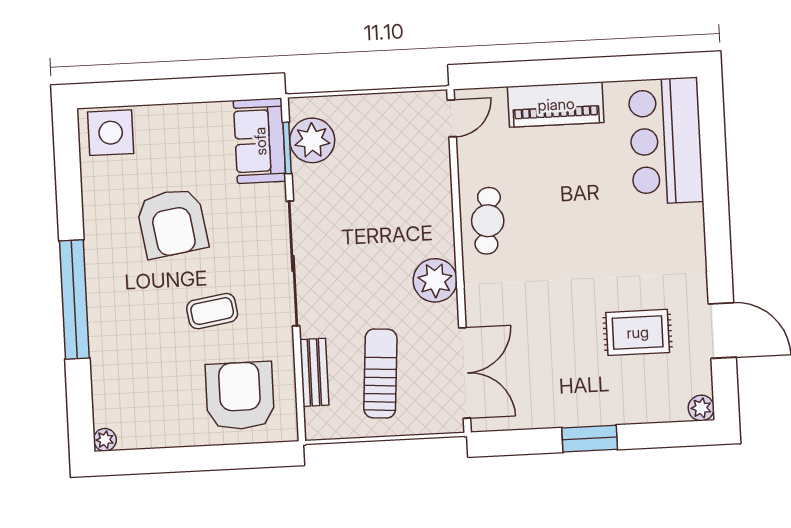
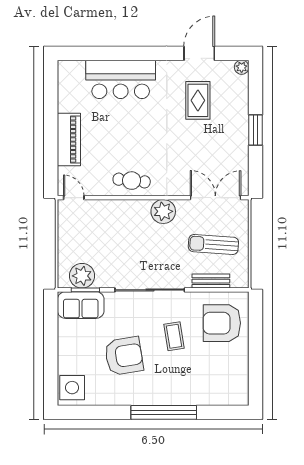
bar counter: (666, 141) -> (121, 79), moved
plant: (105, 440) -> (242, 399), removed

